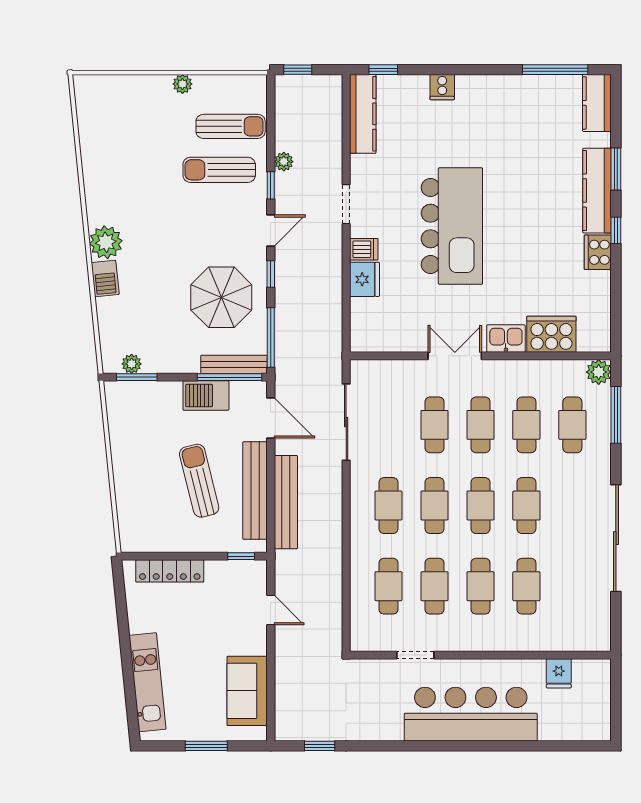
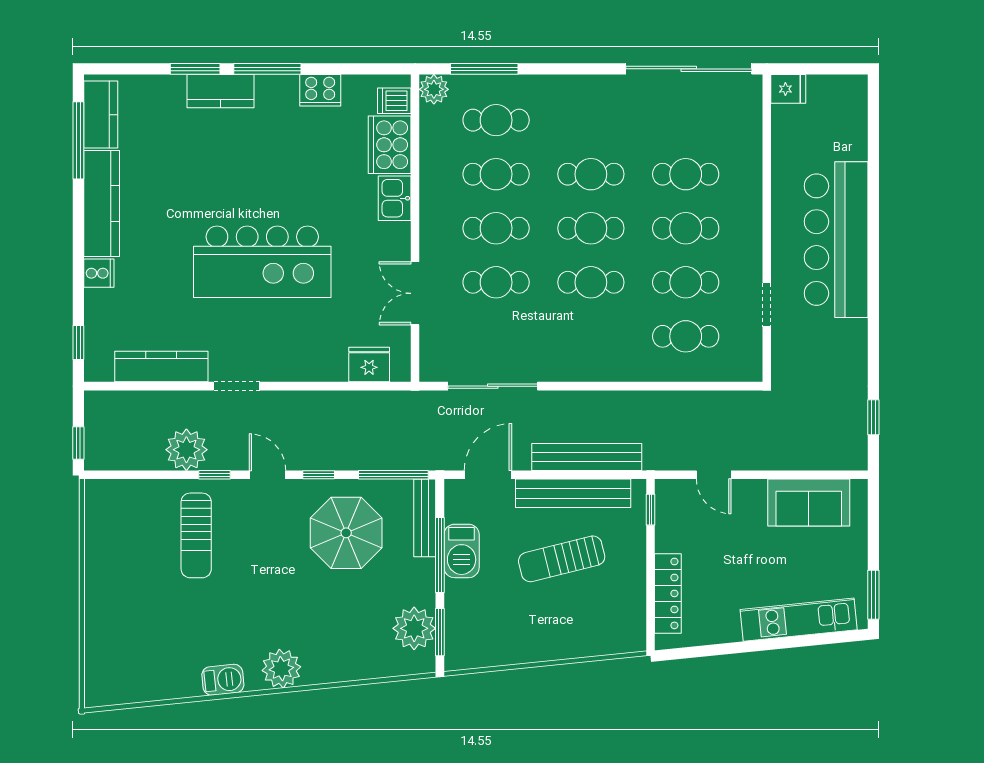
plant: (182, 84) -> (95, 579), removed
kitchen counter: (501, 89) -> (102, 204), added
kitchen counter: (597, 103) -> (101, 115), moved, turned -90
kitchen counter: (363, 114) -> (161, 367), moved
sun lounger: (231, 126) -> (145, 522), removed
plant: (284, 162) -> (186, 450), width x1.87, depth x1.87
kitchen counter: (597, 191) -> (221, 91), width x0.67
kitchen island: (452, 226) -> (262, 262), turned 180
window: (616, 230) -> (267, 69), width x2.17
dishwasher: (364, 249) -> (394, 101), moved, turned -90
cooker: (598, 252) -> (320, 90), moved
barbecue: (105, 278) -> (223, 680), moved
fridge: (364, 279) -> (369, 365), moved
double door: (455, 356) -> (415, 293), moved
plant: (132, 364) -> (414, 628), width x1.87, depth x1.87
window: (229, 377) -> (440, 555), moved
cafe table: (388, 506) -> (591, 336), removed
sliding door: (616, 538) -> (689, 69), moved
door: (271, 610) -> (714, 475), swing flipped
fridge: (559, 673) -> (788, 89), moved
window: (206, 746) -> (873, 595), moved

